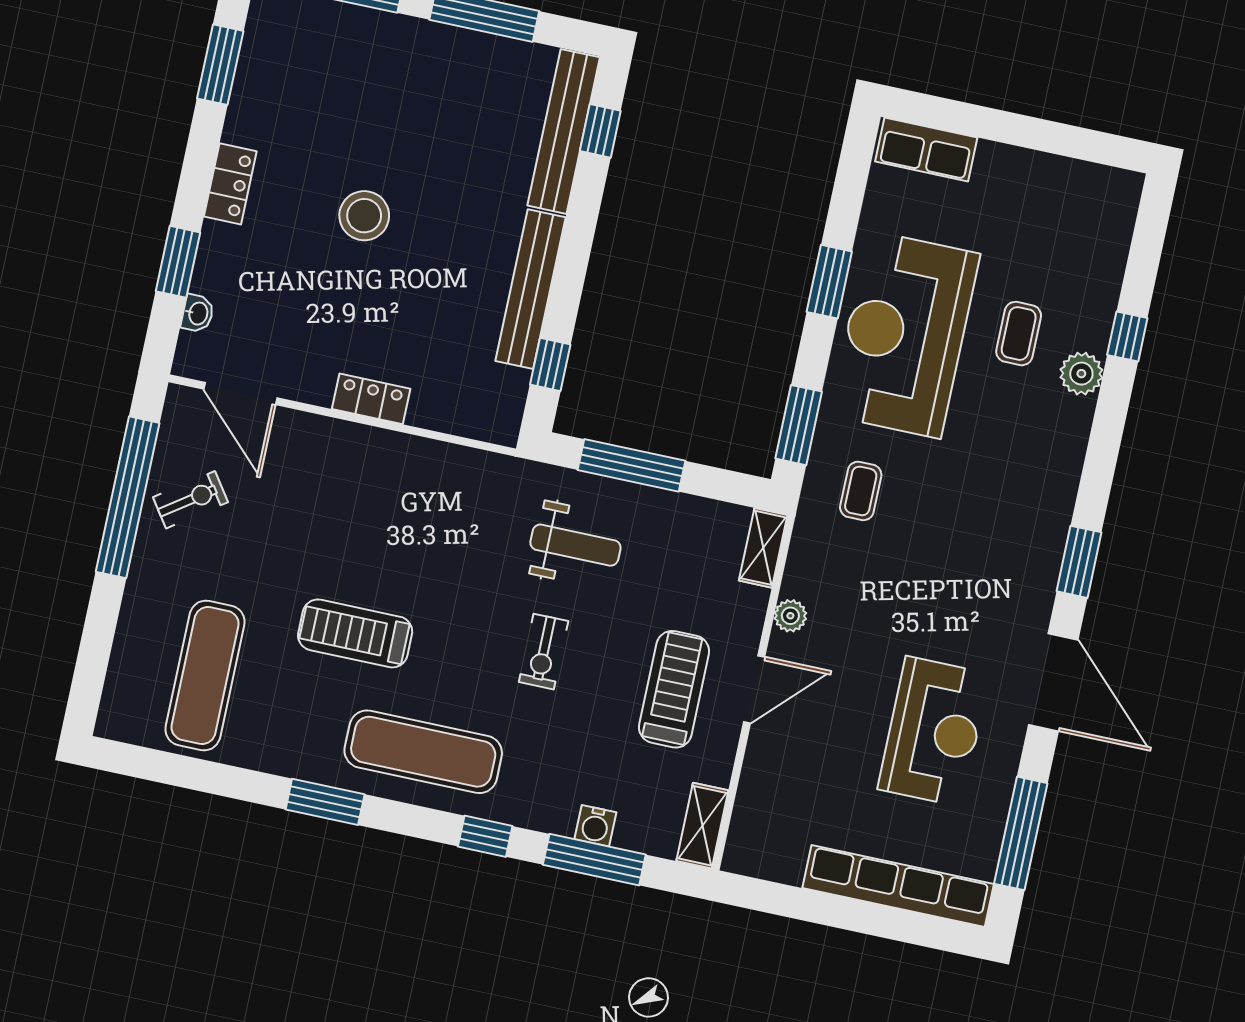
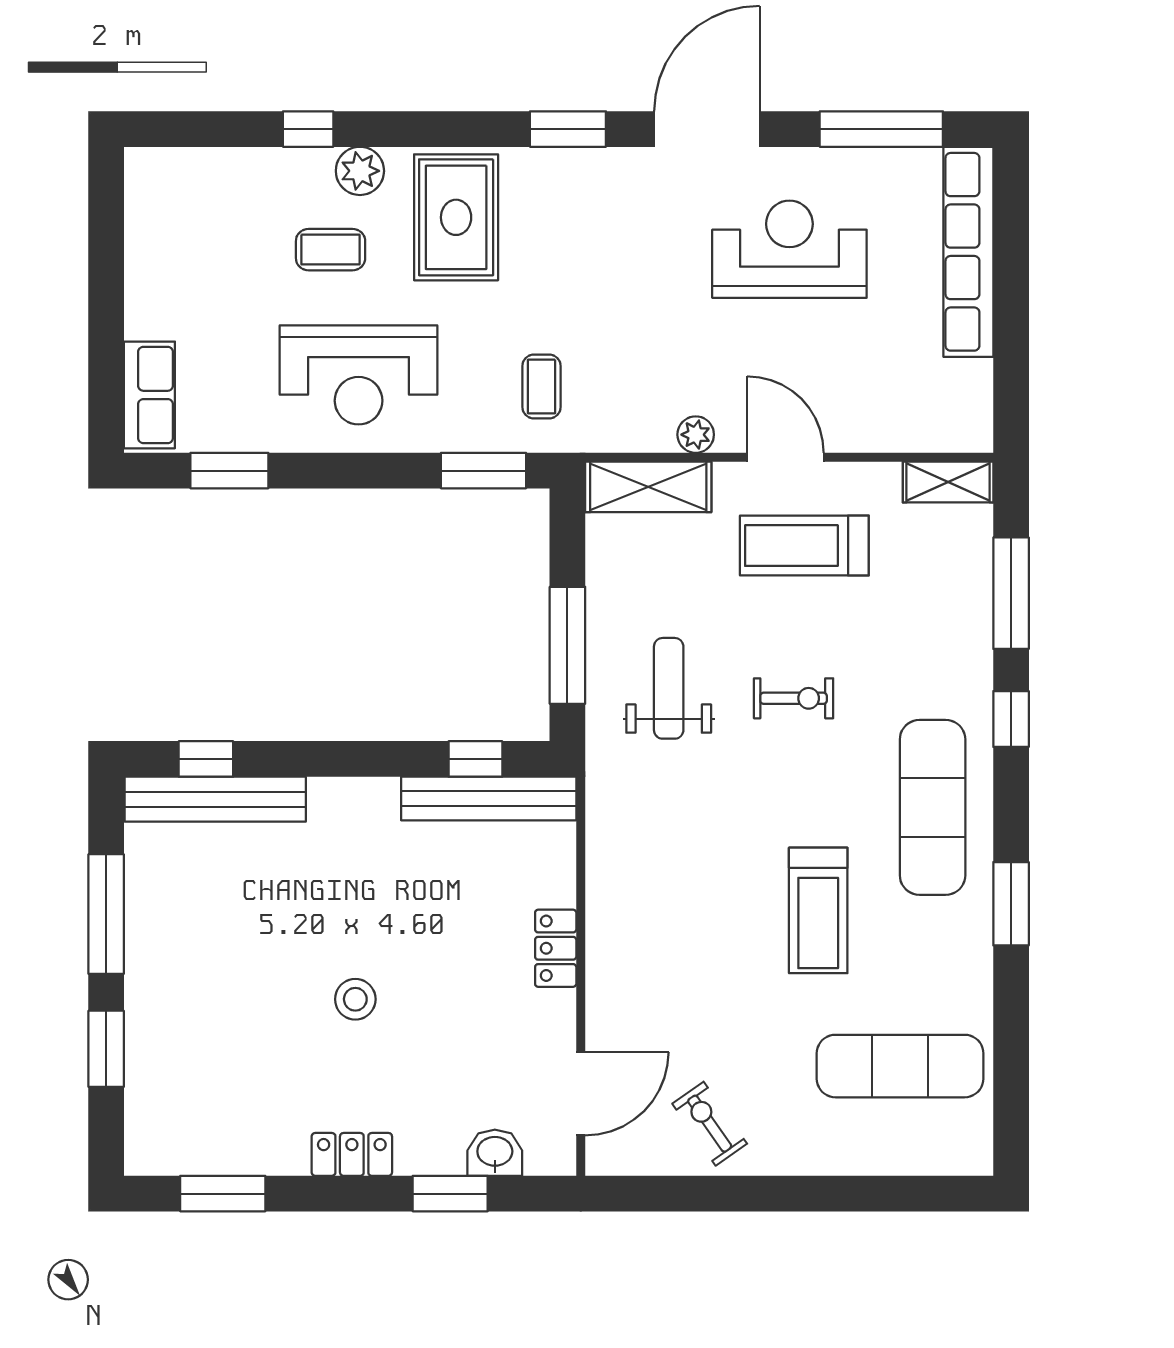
stool: (364, 216) -> (355, 999), width x0.73, depth x0.73
window: (829, 282) -> (229, 471), moved
bench: (530, 289) -> (489, 798), moved
washbasin: (198, 313) -> (495, 1153), width x1.38, depth x1.45
reception desk: (905, 334) -> (359, 375), width x0.74, depth x0.77
rug: (1023, 448) -> (456, 217), added
coffee table: (861, 491) -> (541, 386), turned 90
window: (128, 497) -> (722, 1194), removed
shelving: (763, 548) -> (648, 487), width x1.50, depth x1.33
water cooler: (595, 826) -> (973, 600), removed

